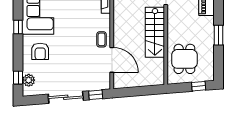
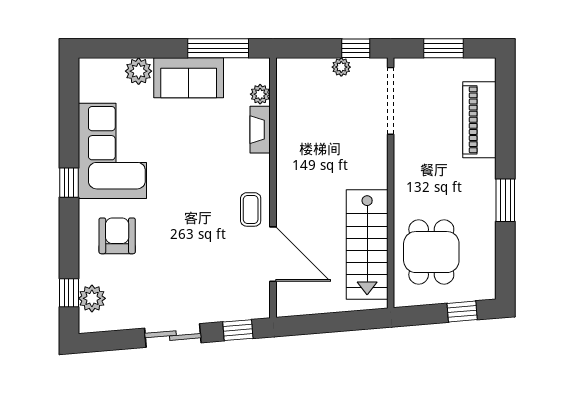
stairs: (155, 32) -> (367, 244), moved
armchair: (40, 51) -> (117, 236), turned 180
sliding door: (66, 97) -> (173, 336), width x0.73

